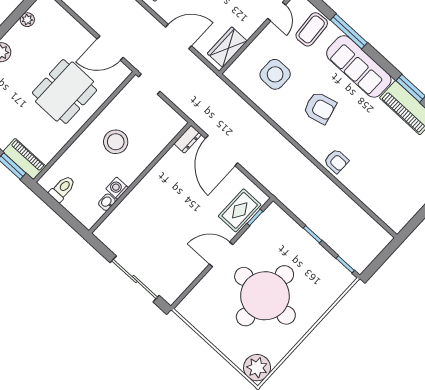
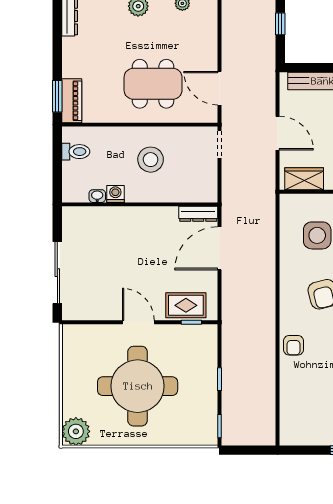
dresser: (188, 139) -> (198, 214), width x1.44

